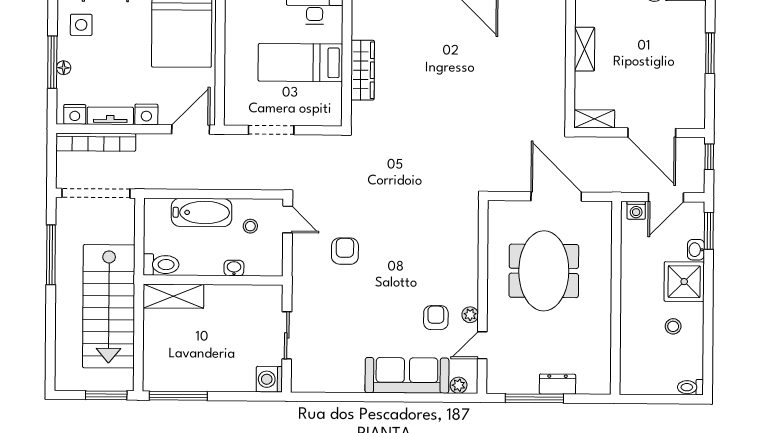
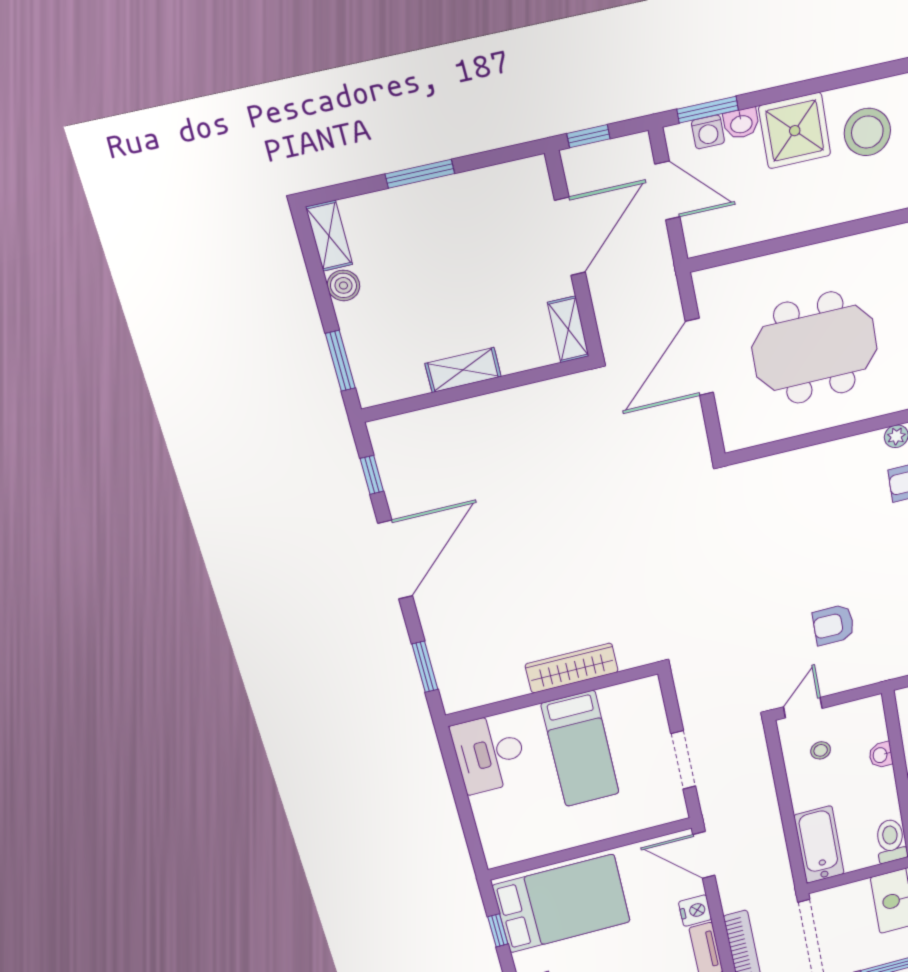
washing machine: (636, 210) -> (708, 132), moved, turned 90
bathtub: (202, 212) -> (819, 845), moved
stool: (673, 326) -> (867, 132), width x1.89, depth x1.89

